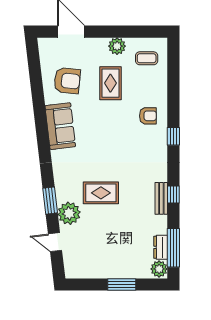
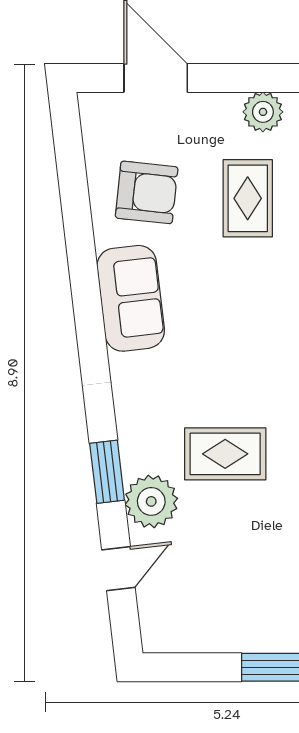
door: (55, 242) -> (118, 569), swing flipped

